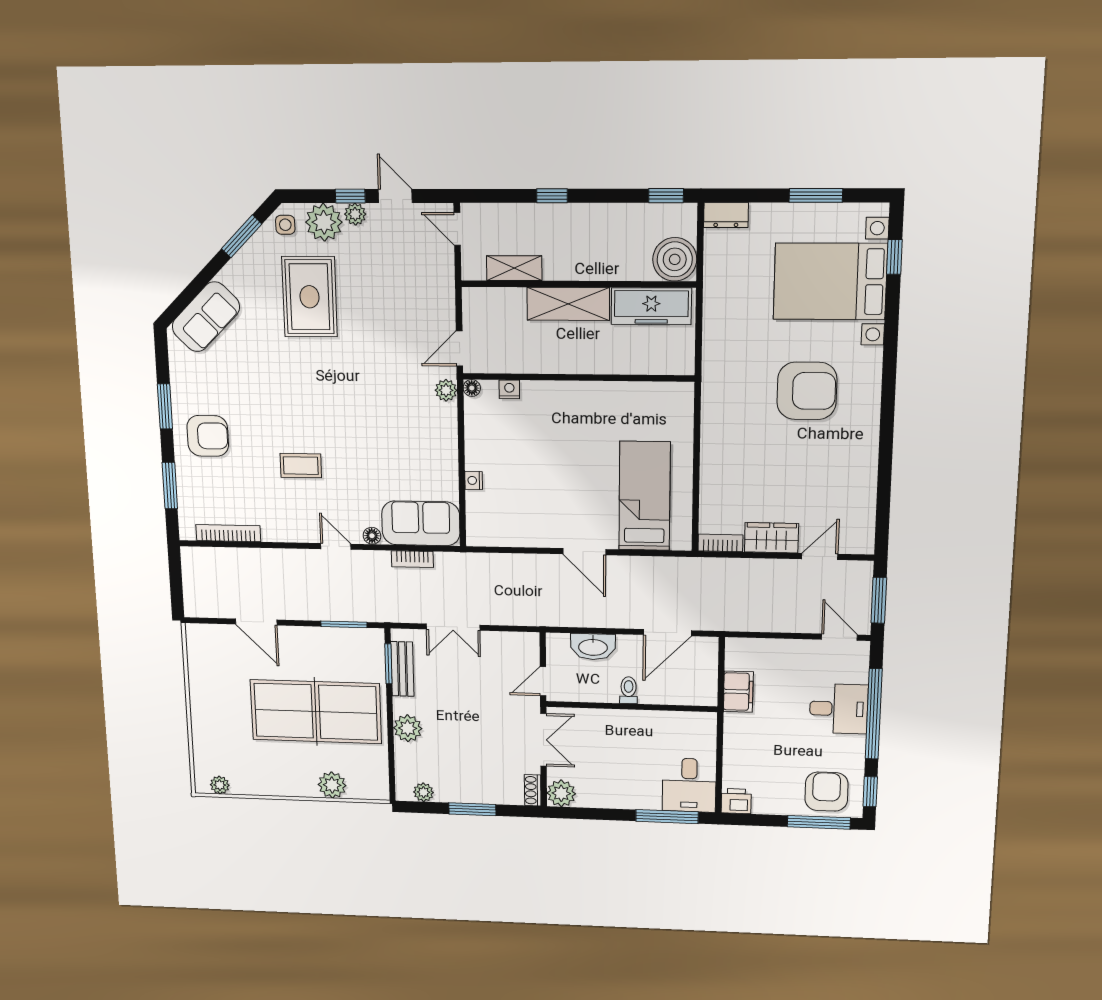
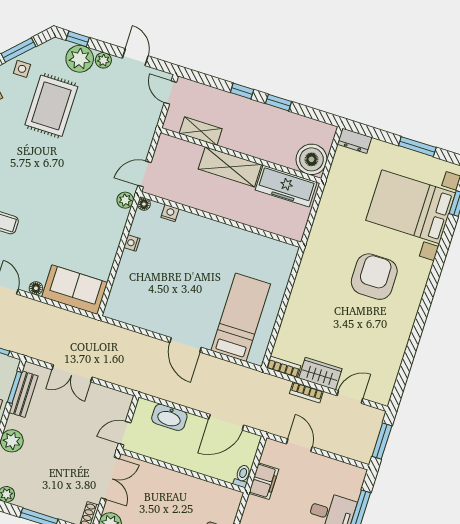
window: (350, 196) -> (78, 39), moved
window: (666, 196) -> (279, 103), moved
side table: (285, 225) -> (22, 69), moved
armchair: (807, 391) -> (374, 277), turned -90
nightstand: (474, 480) -> (132, 243), moved
bookcase: (412, 559) -> (306, 392), moved
door: (839, 637) -> (299, 445), moved
toilet: (629, 690) -> (242, 476), moved

